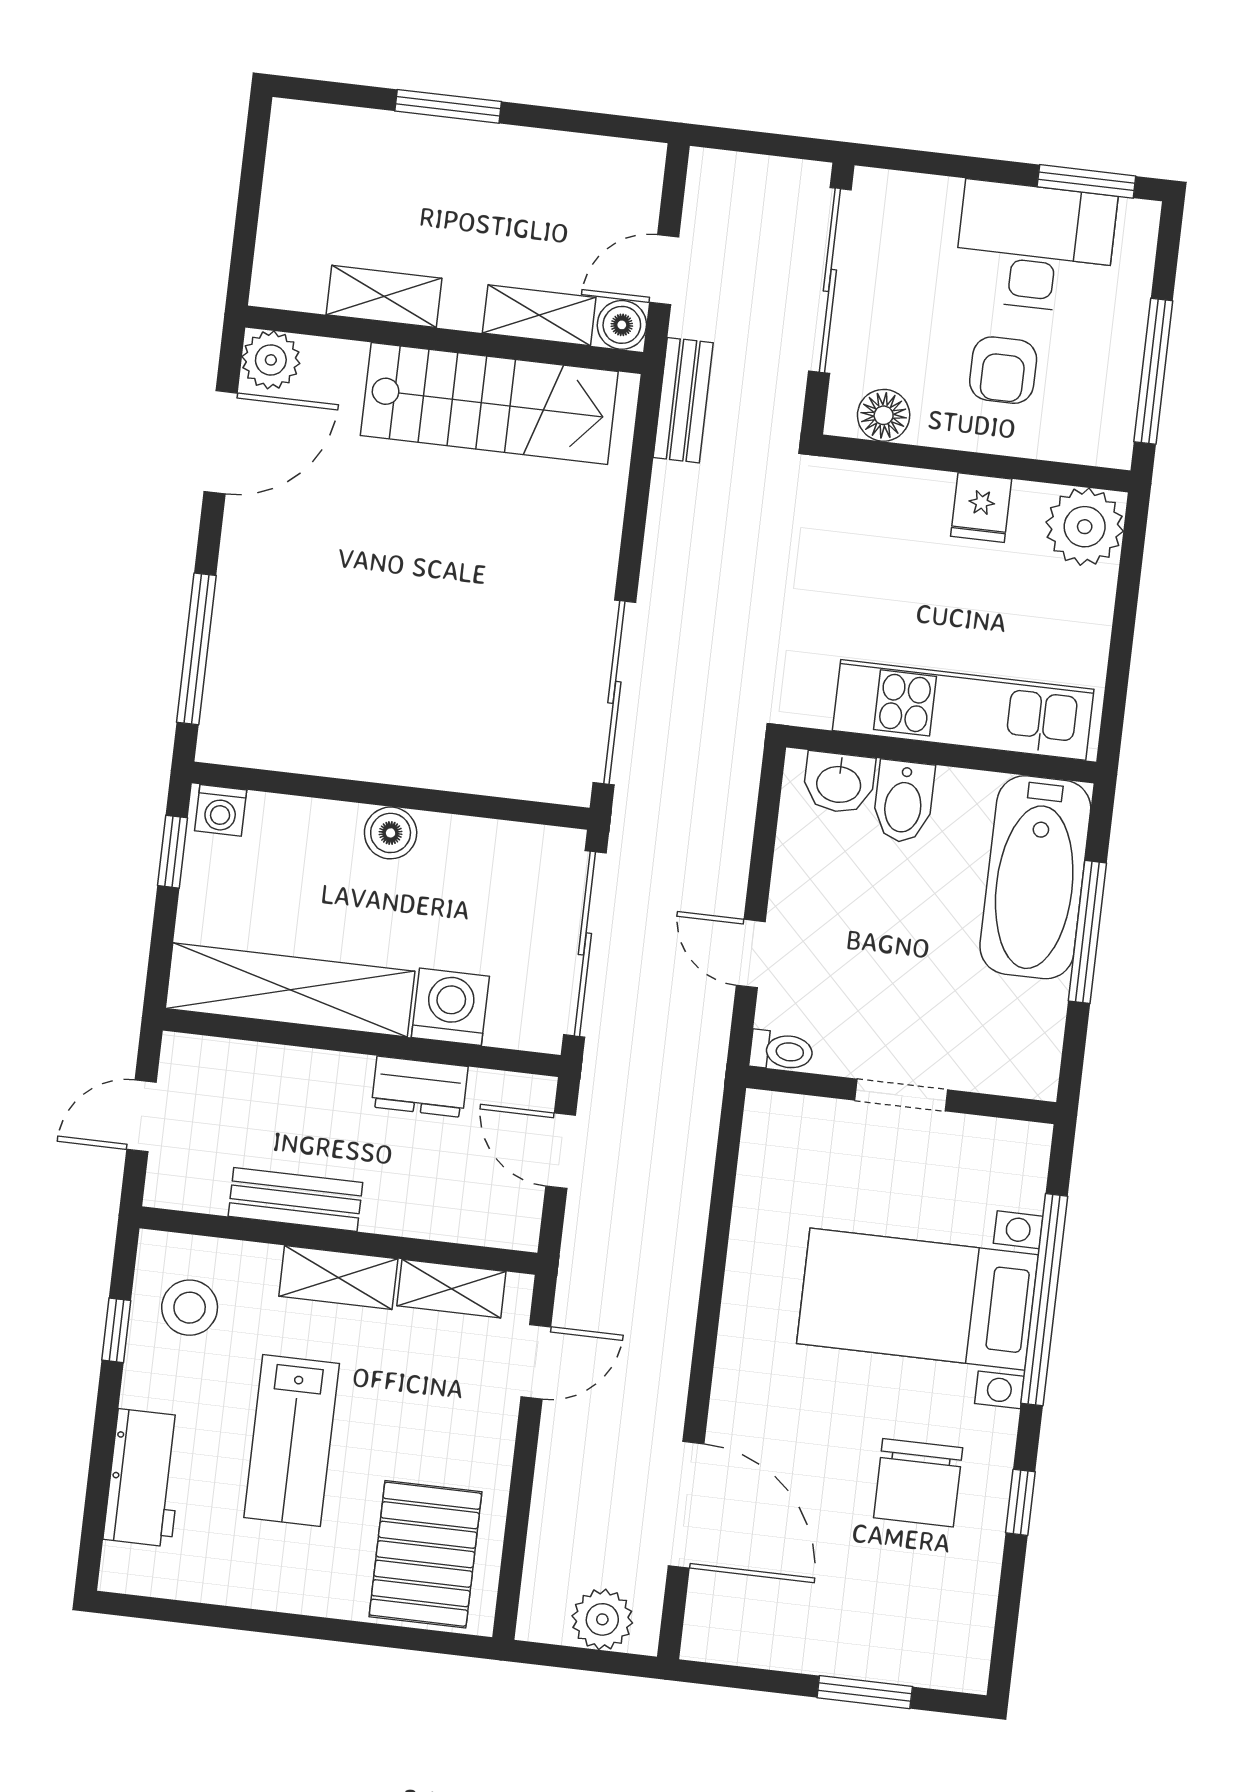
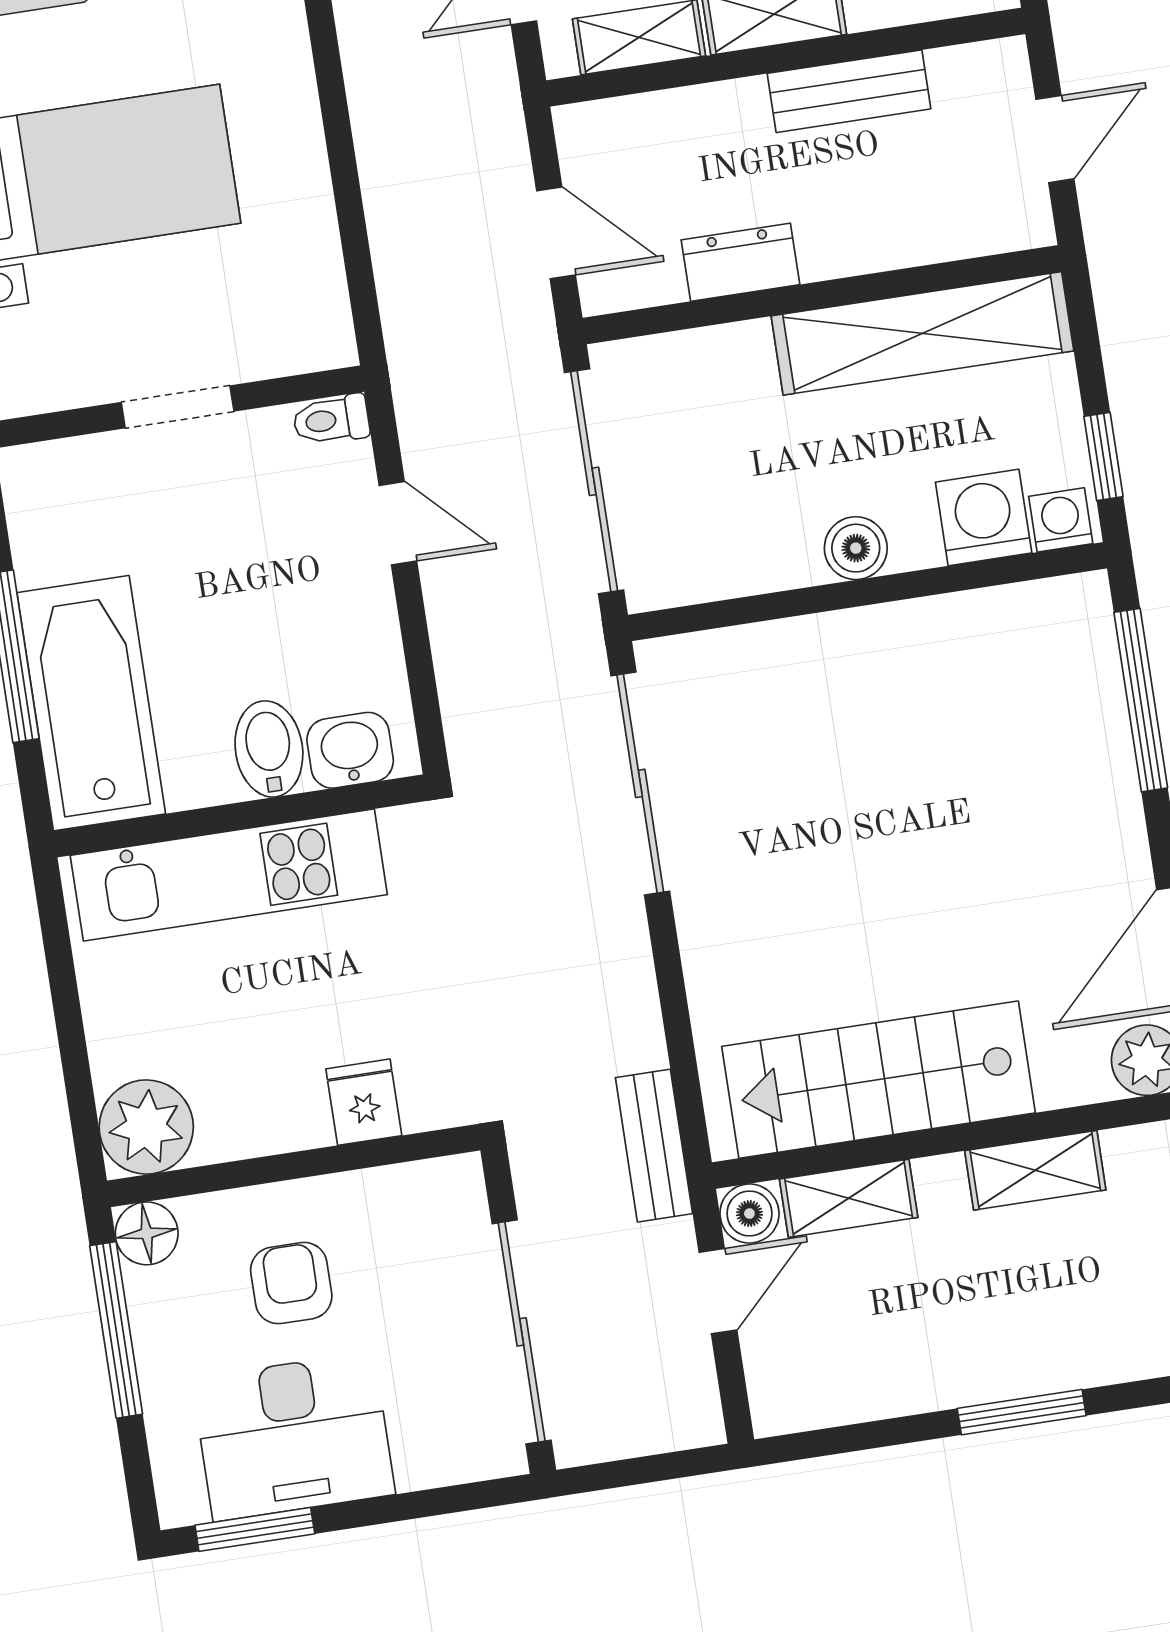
floor lamp: (884, 415) -> (147, 1233), moved
fridge: (981, 508) -> (364, 1102), moved
washing machine: (450, 1007) -> (984, 517), moved, turned 180

